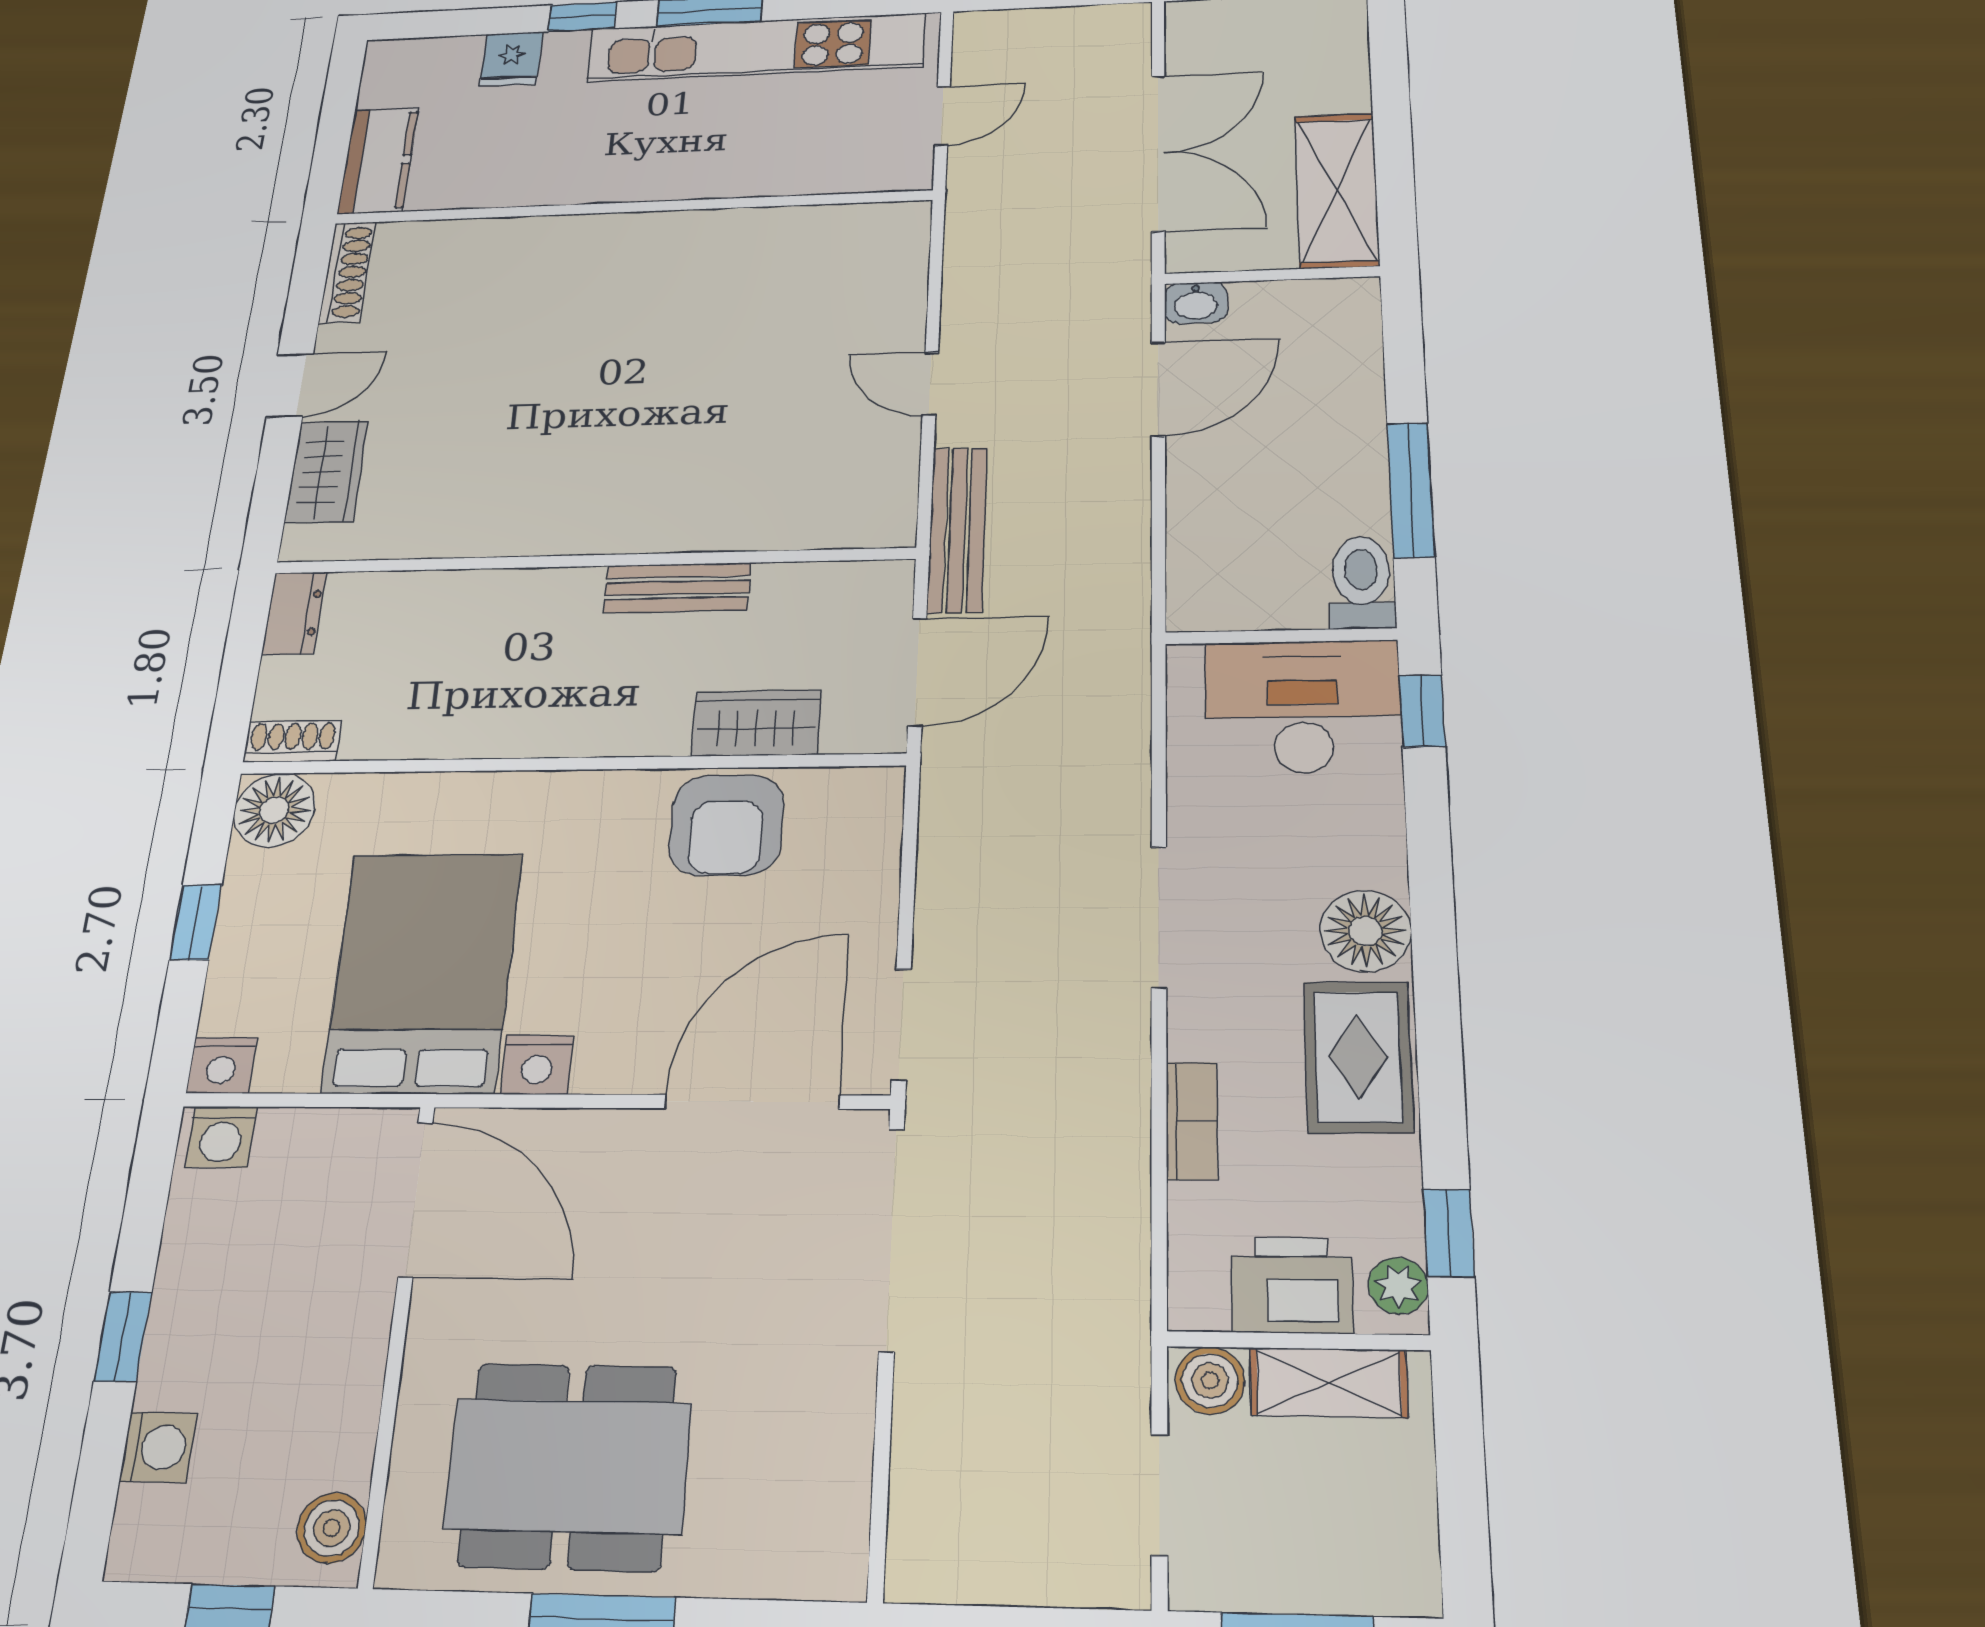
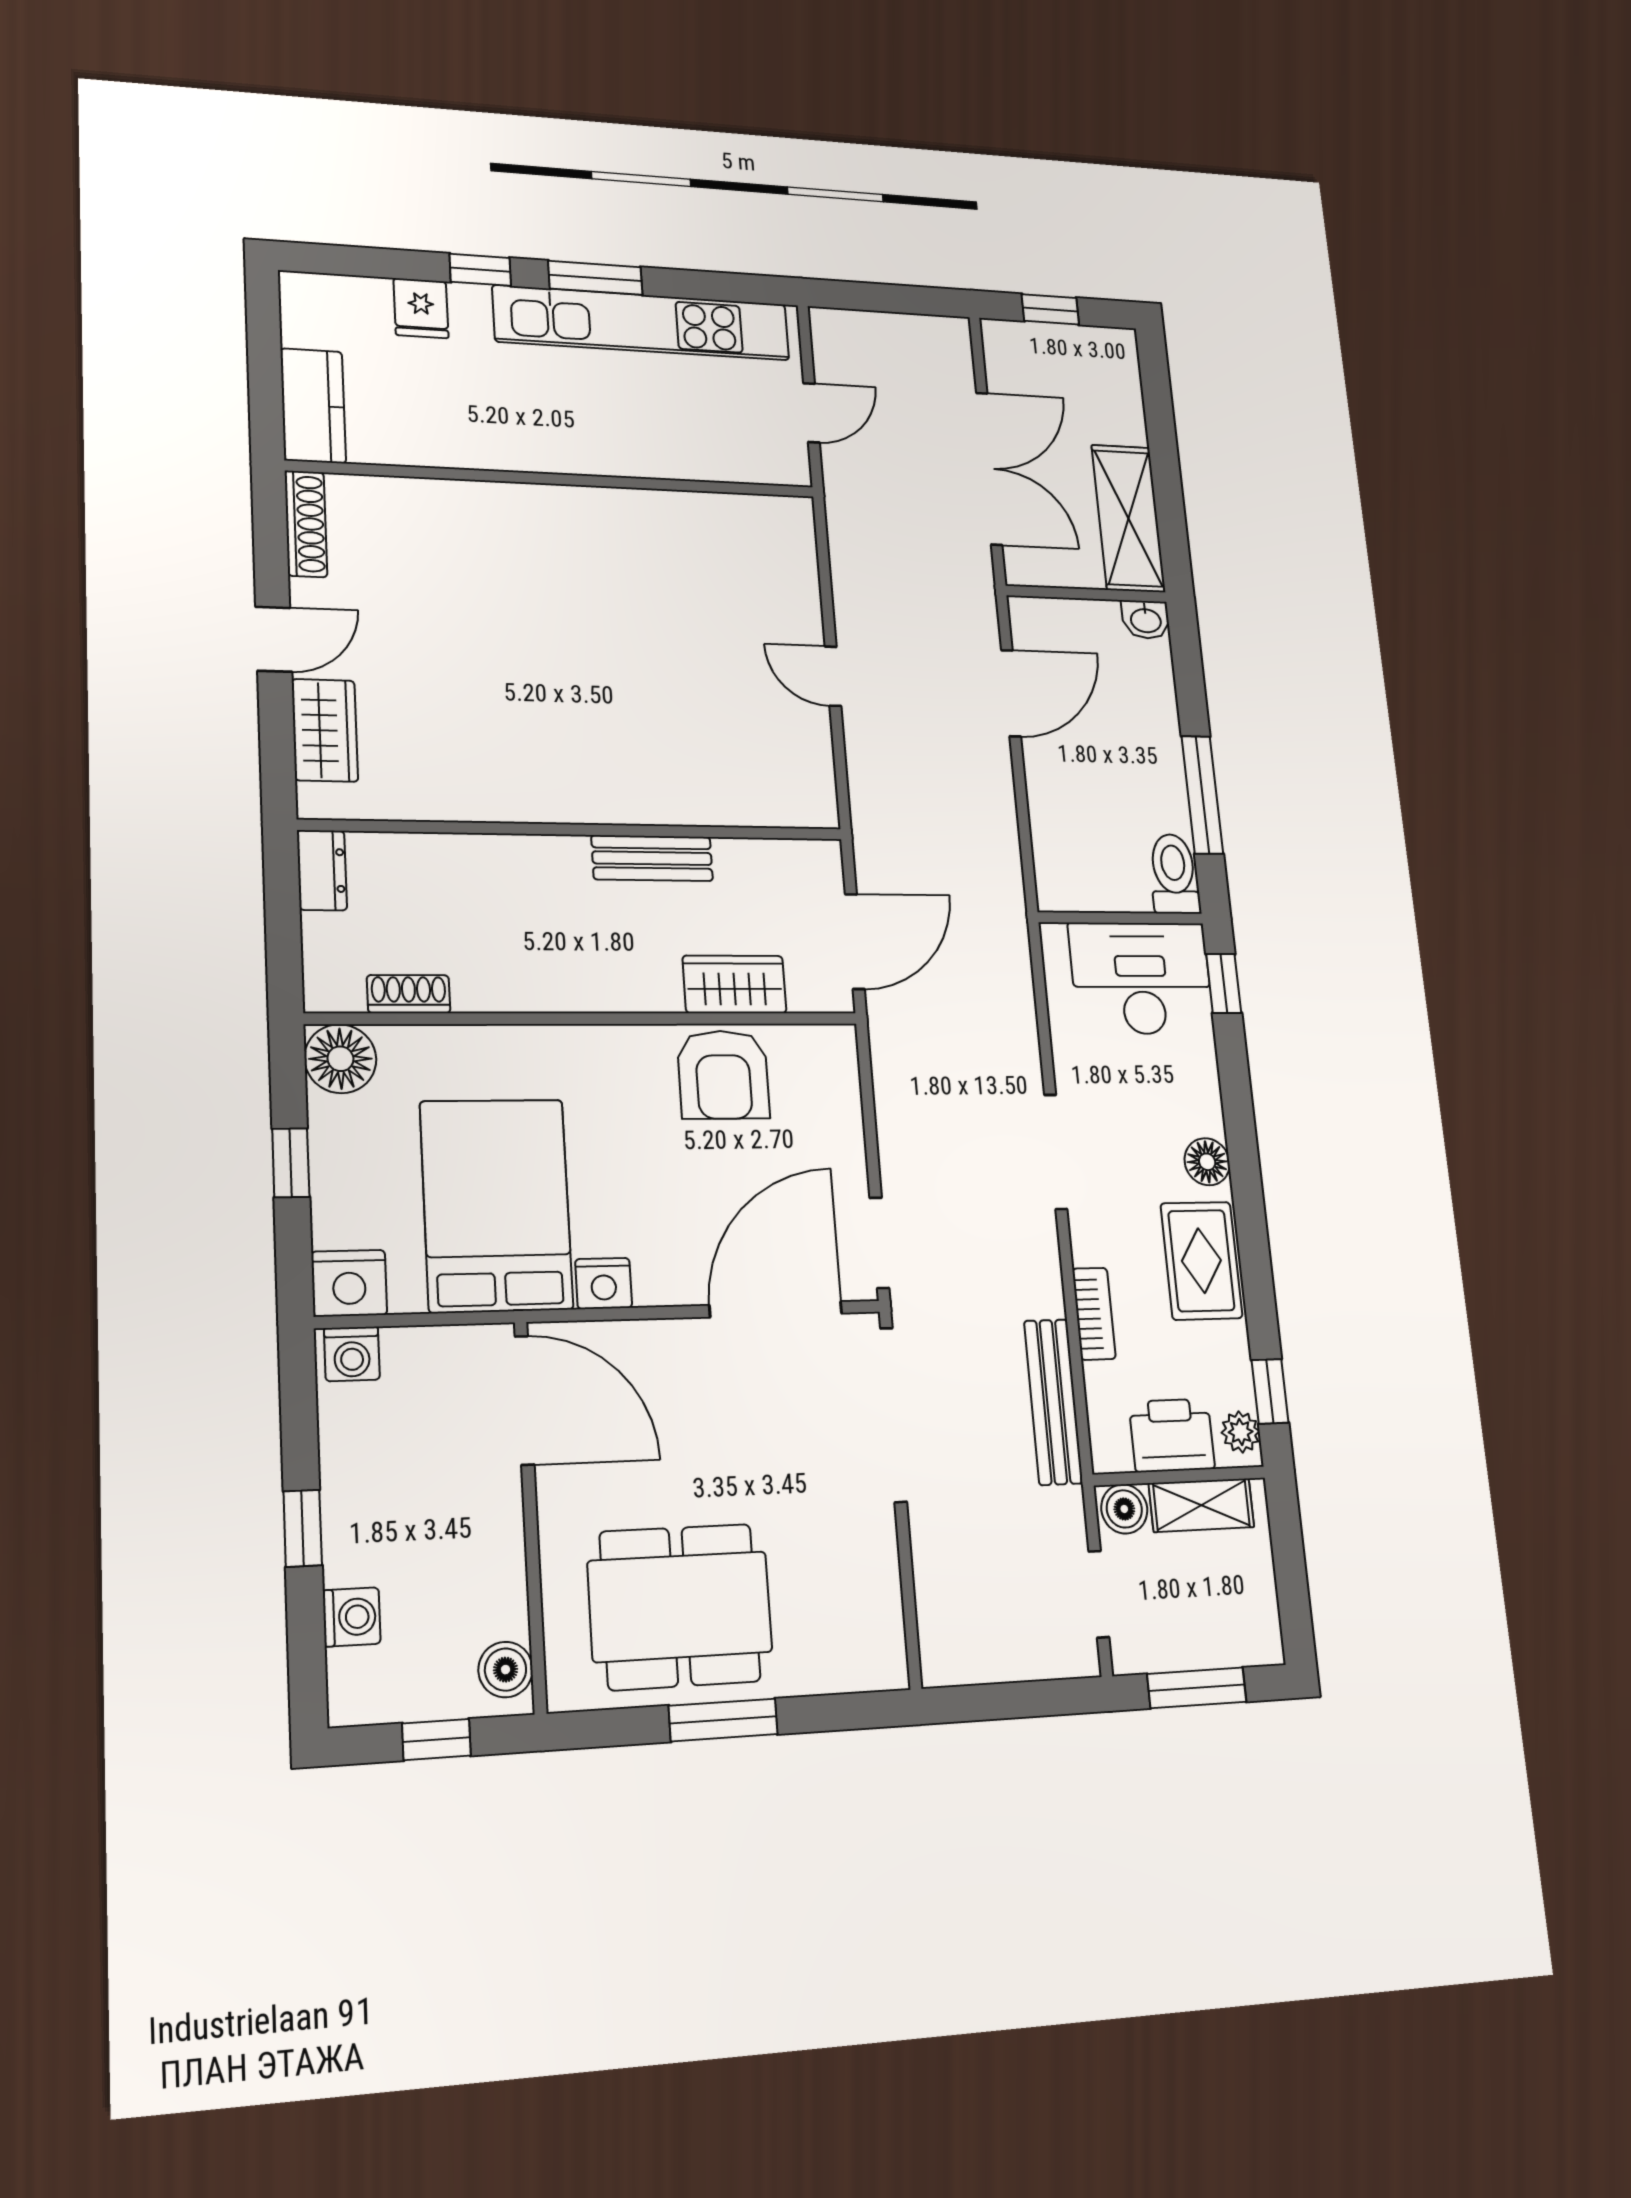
washbasin: (1196, 303) -> (1146, 620), moved
bench: (957, 529) -> (1053, 1402), moved
shoe rack: (292, 741) -> (409, 994), moved
floor lamp: (1365, 931) -> (1207, 1162), width x0.73, depth x0.73
nightstand: (222, 1065) -> (349, 1283), width x1.36, depth x1.33

